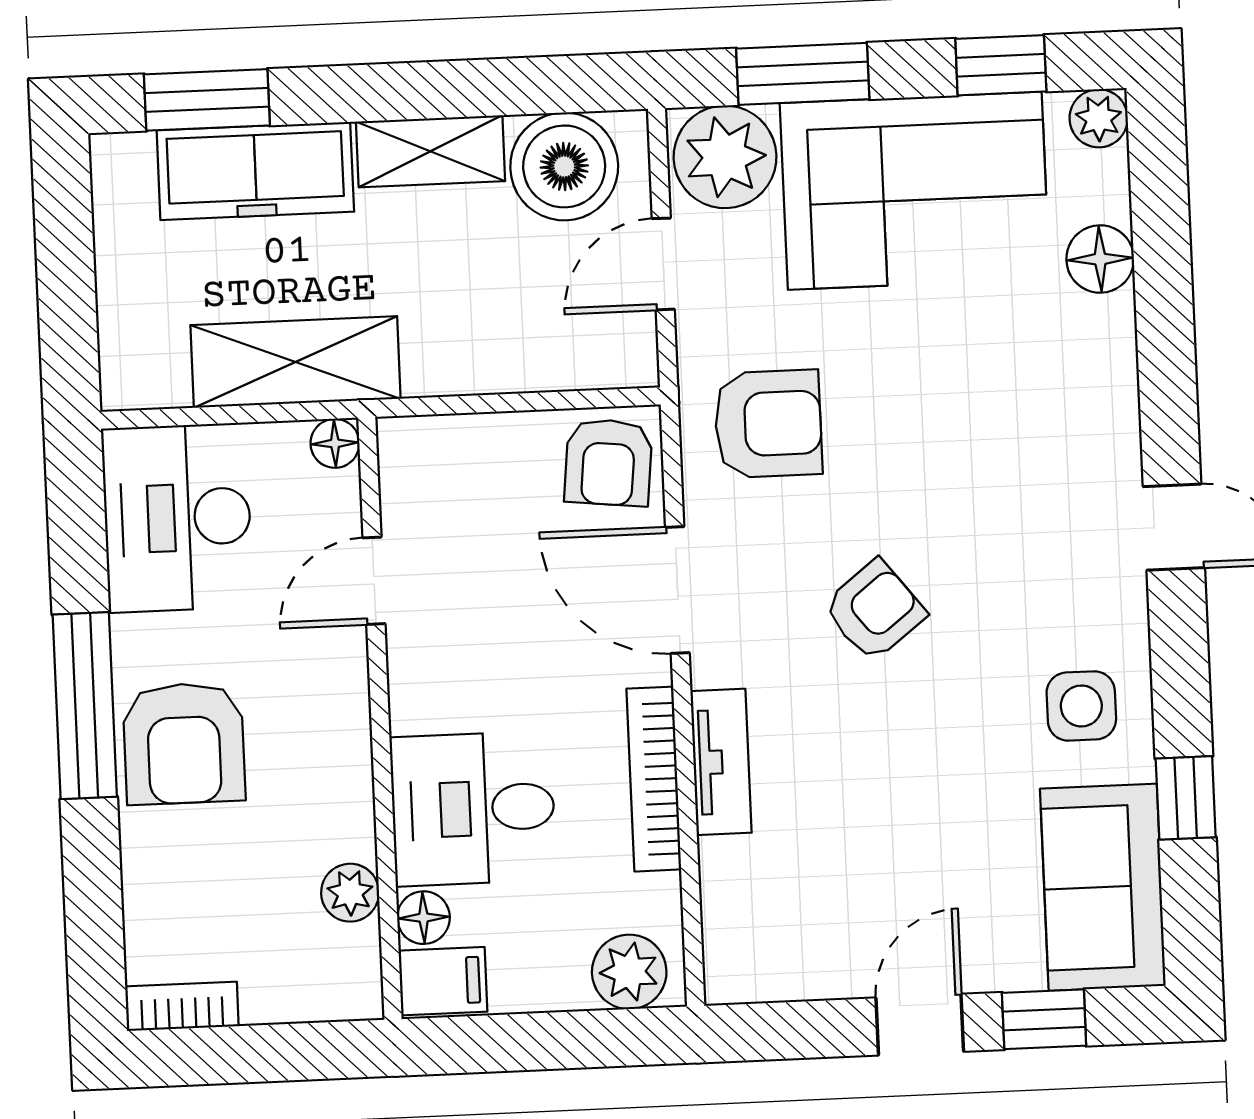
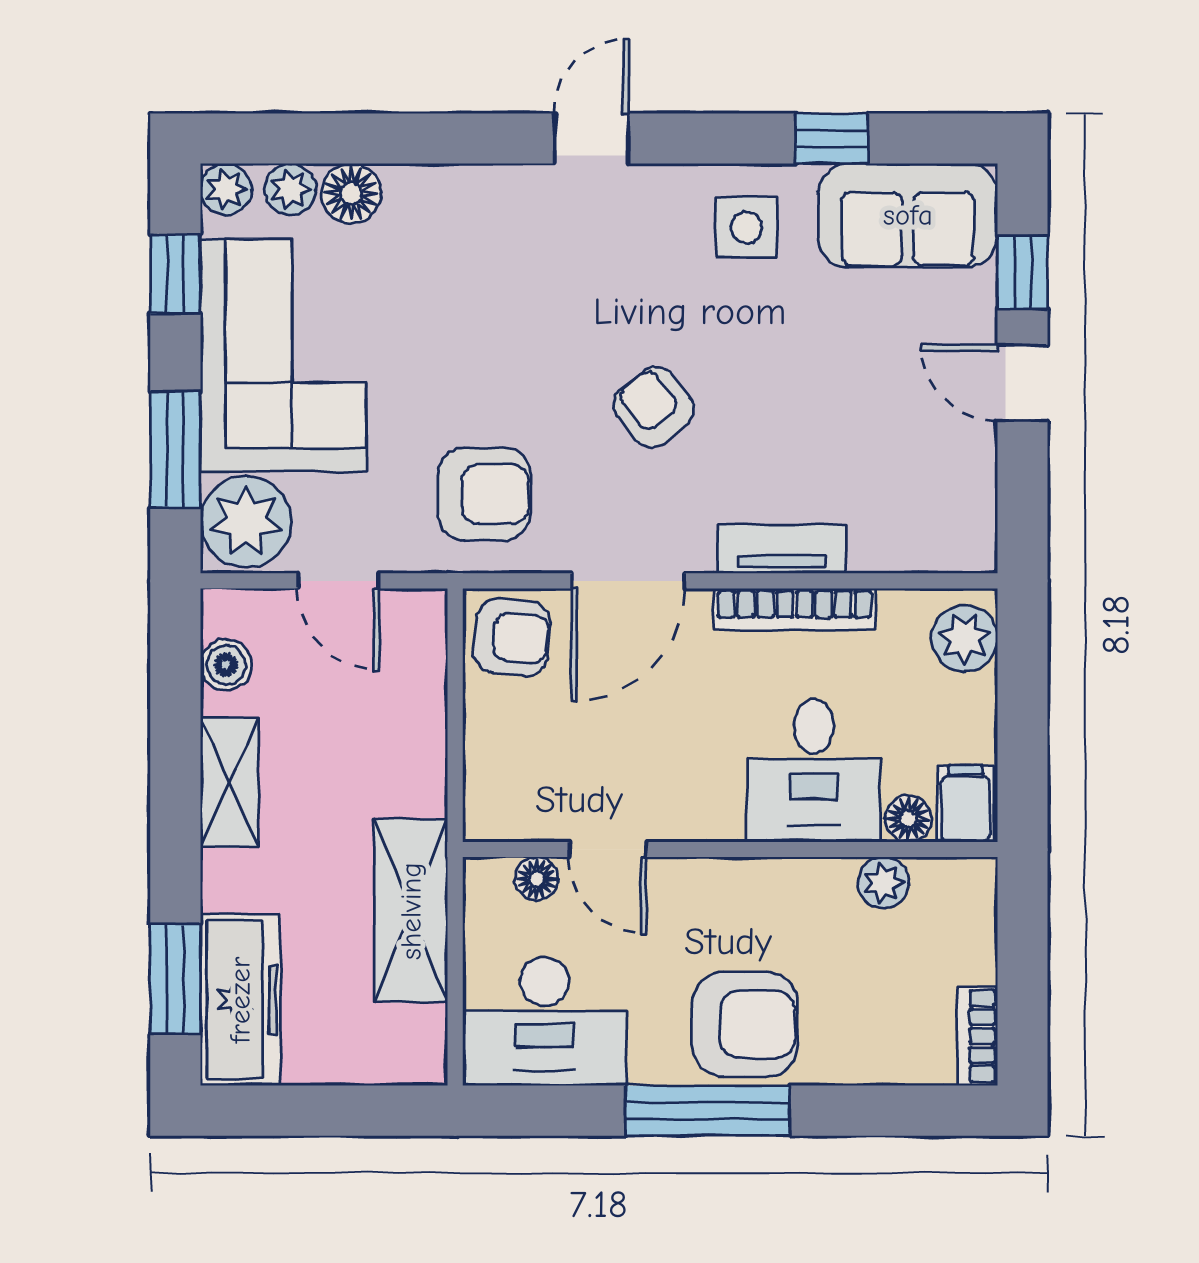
boiler: (564, 166) -> (226, 665), width x0.54, depth x0.54
freezer: (255, 171) -> (240, 1000), moved
plant: (1102, 191) -> (290, 189), added
armchair: (768, 424) -> (484, 494), turned 90
floor lamp: (335, 443) -> (537, 879), moved

